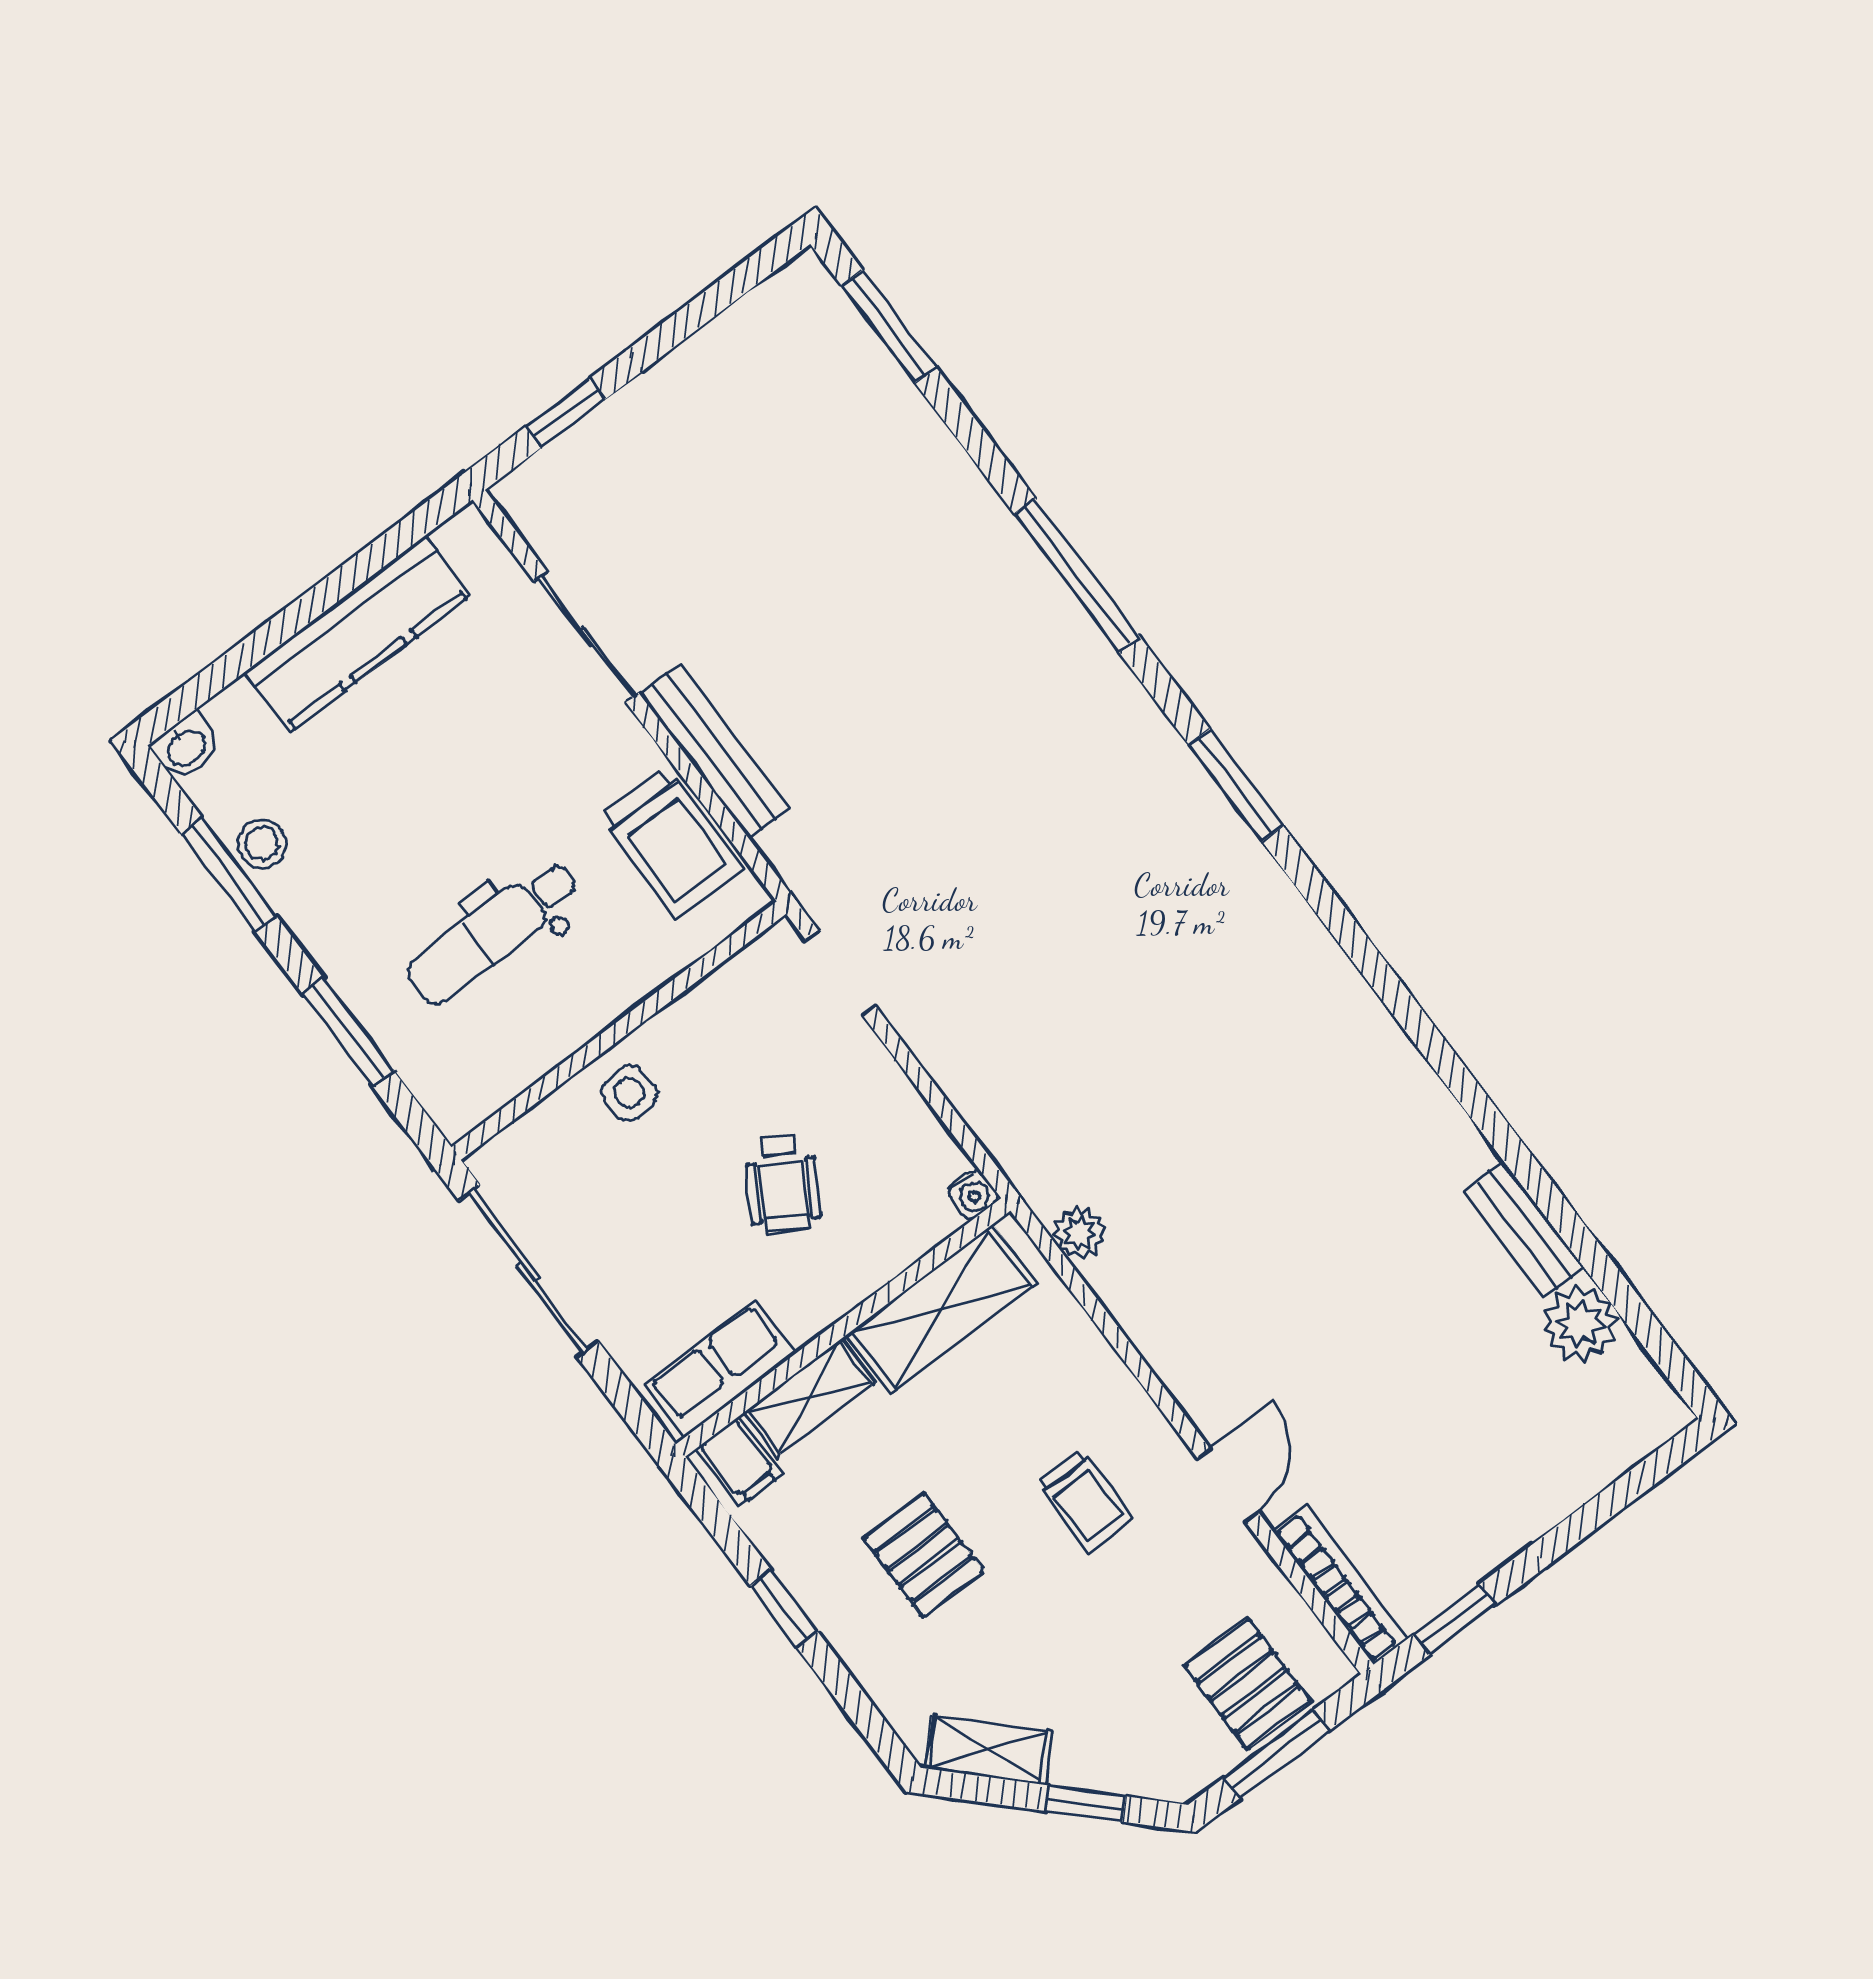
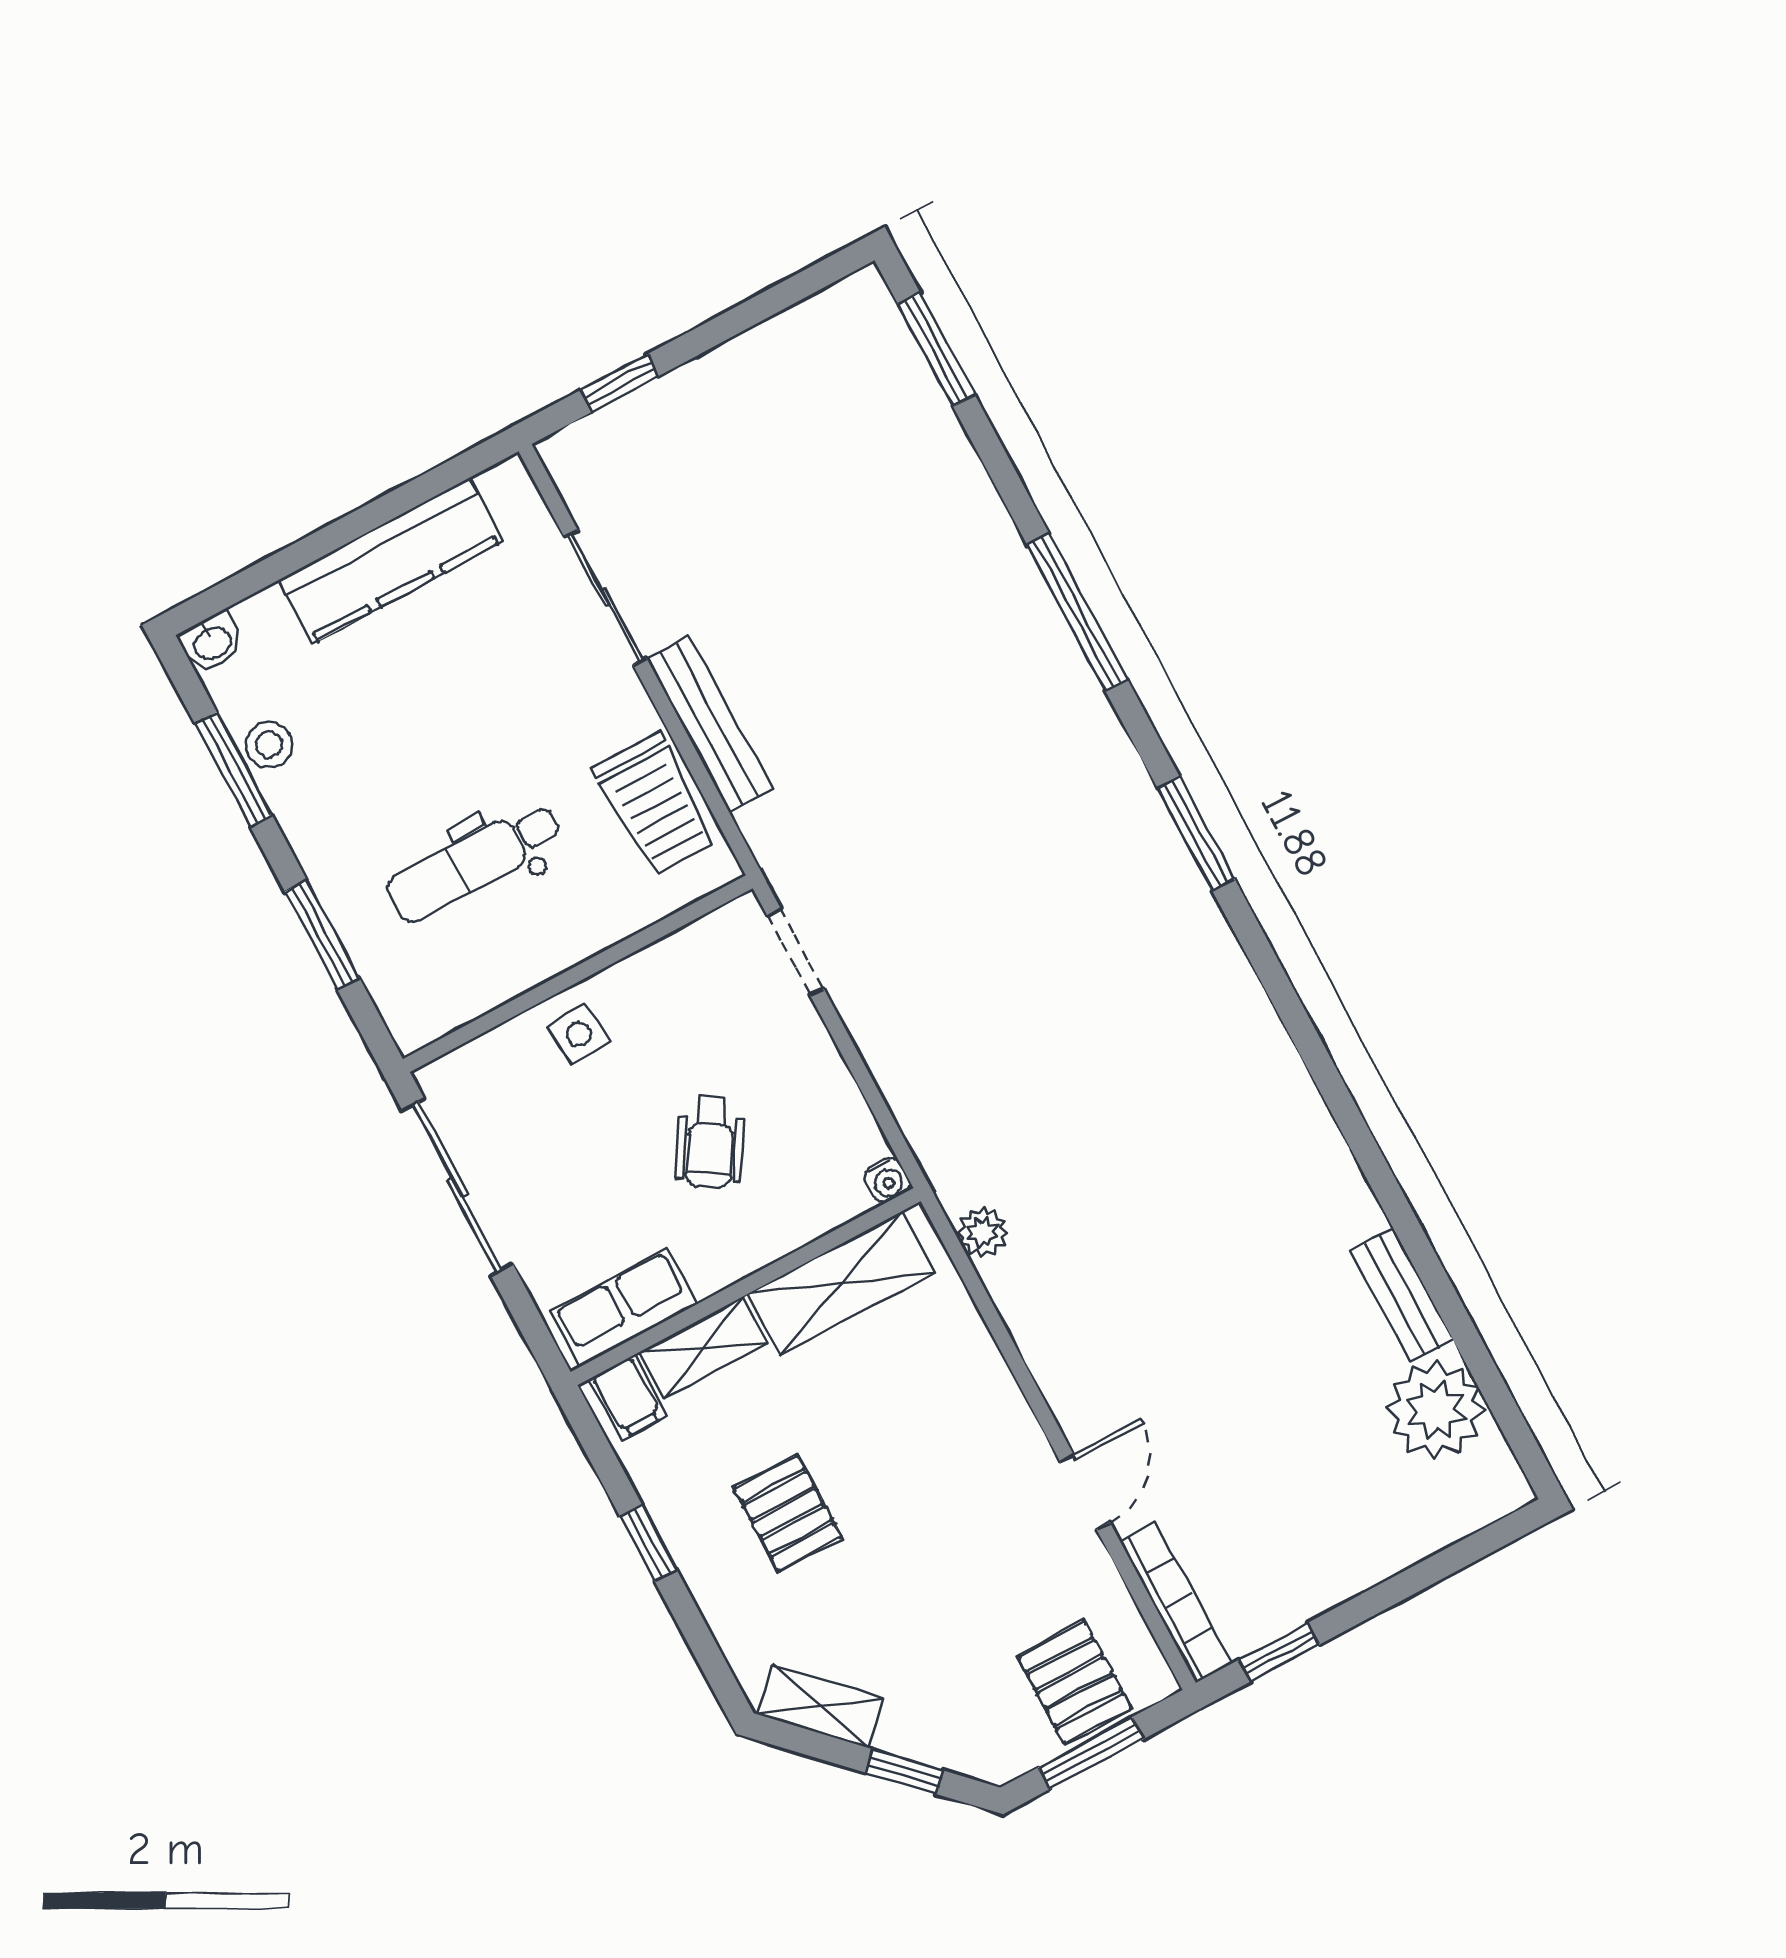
plant: (1580, 1324) -> (1436, 1410), width x1.36, depth x1.36
trolley: (1084, 1501) -> (948, 1486), removed

